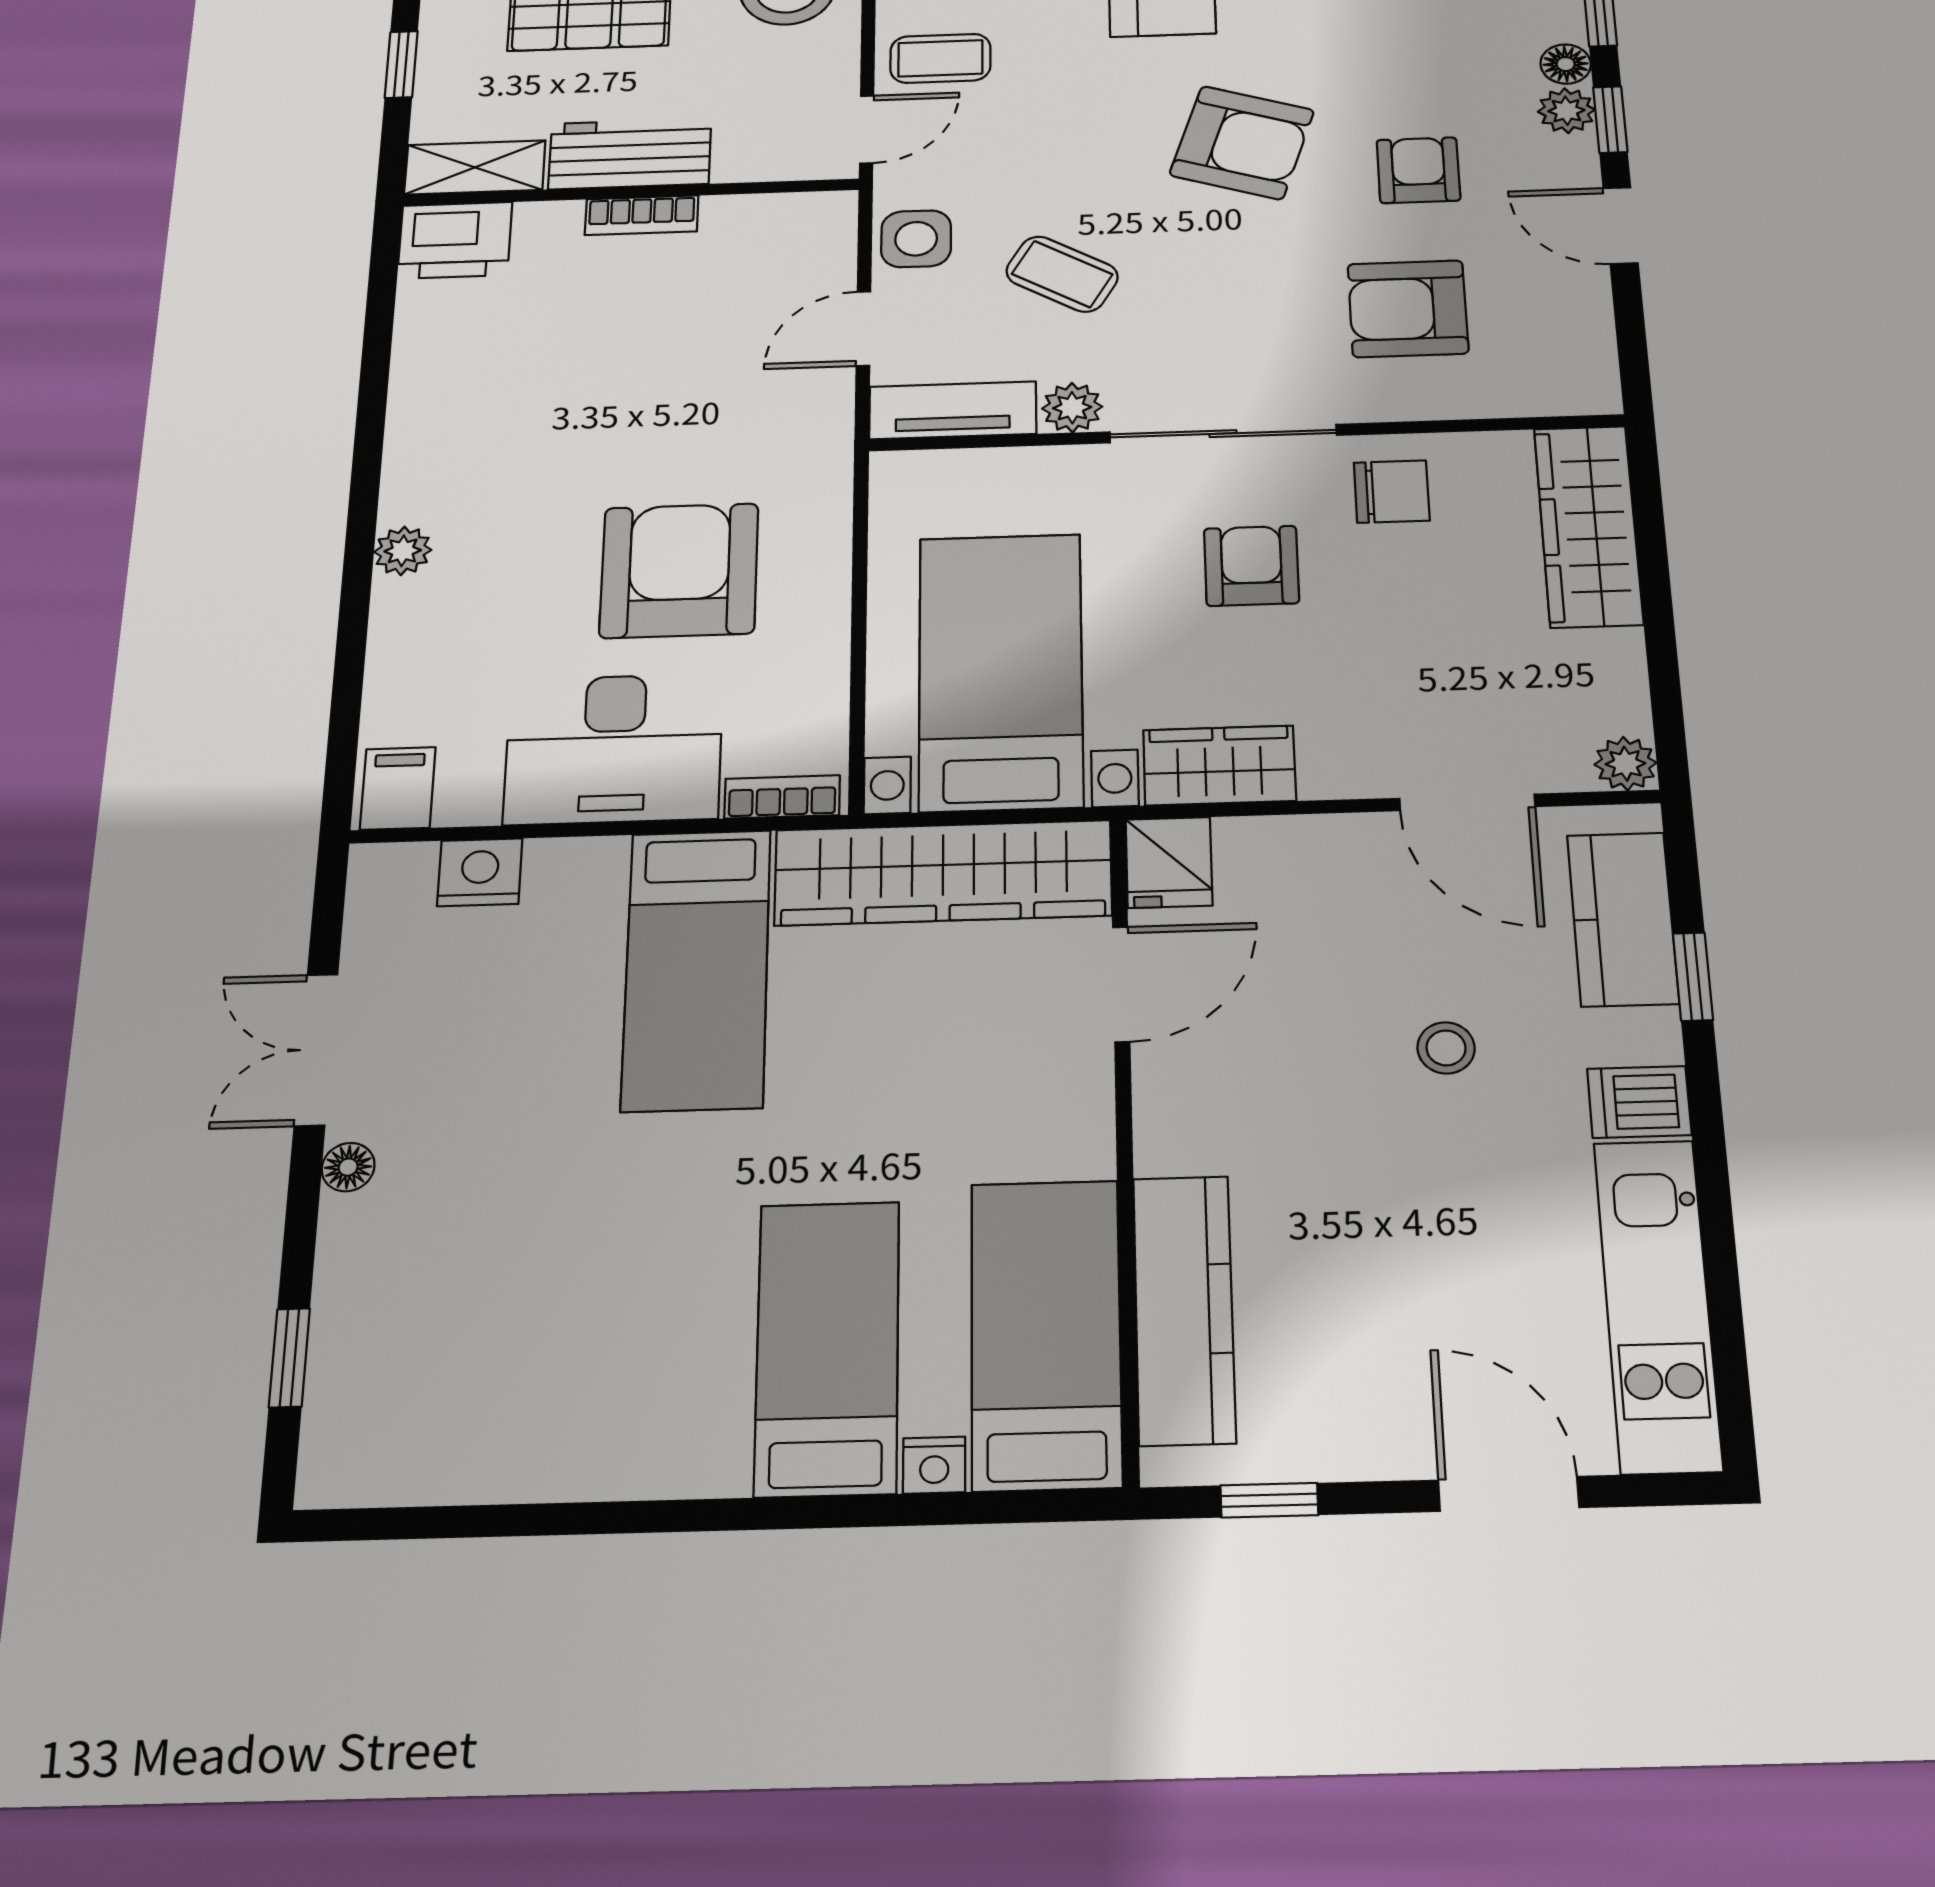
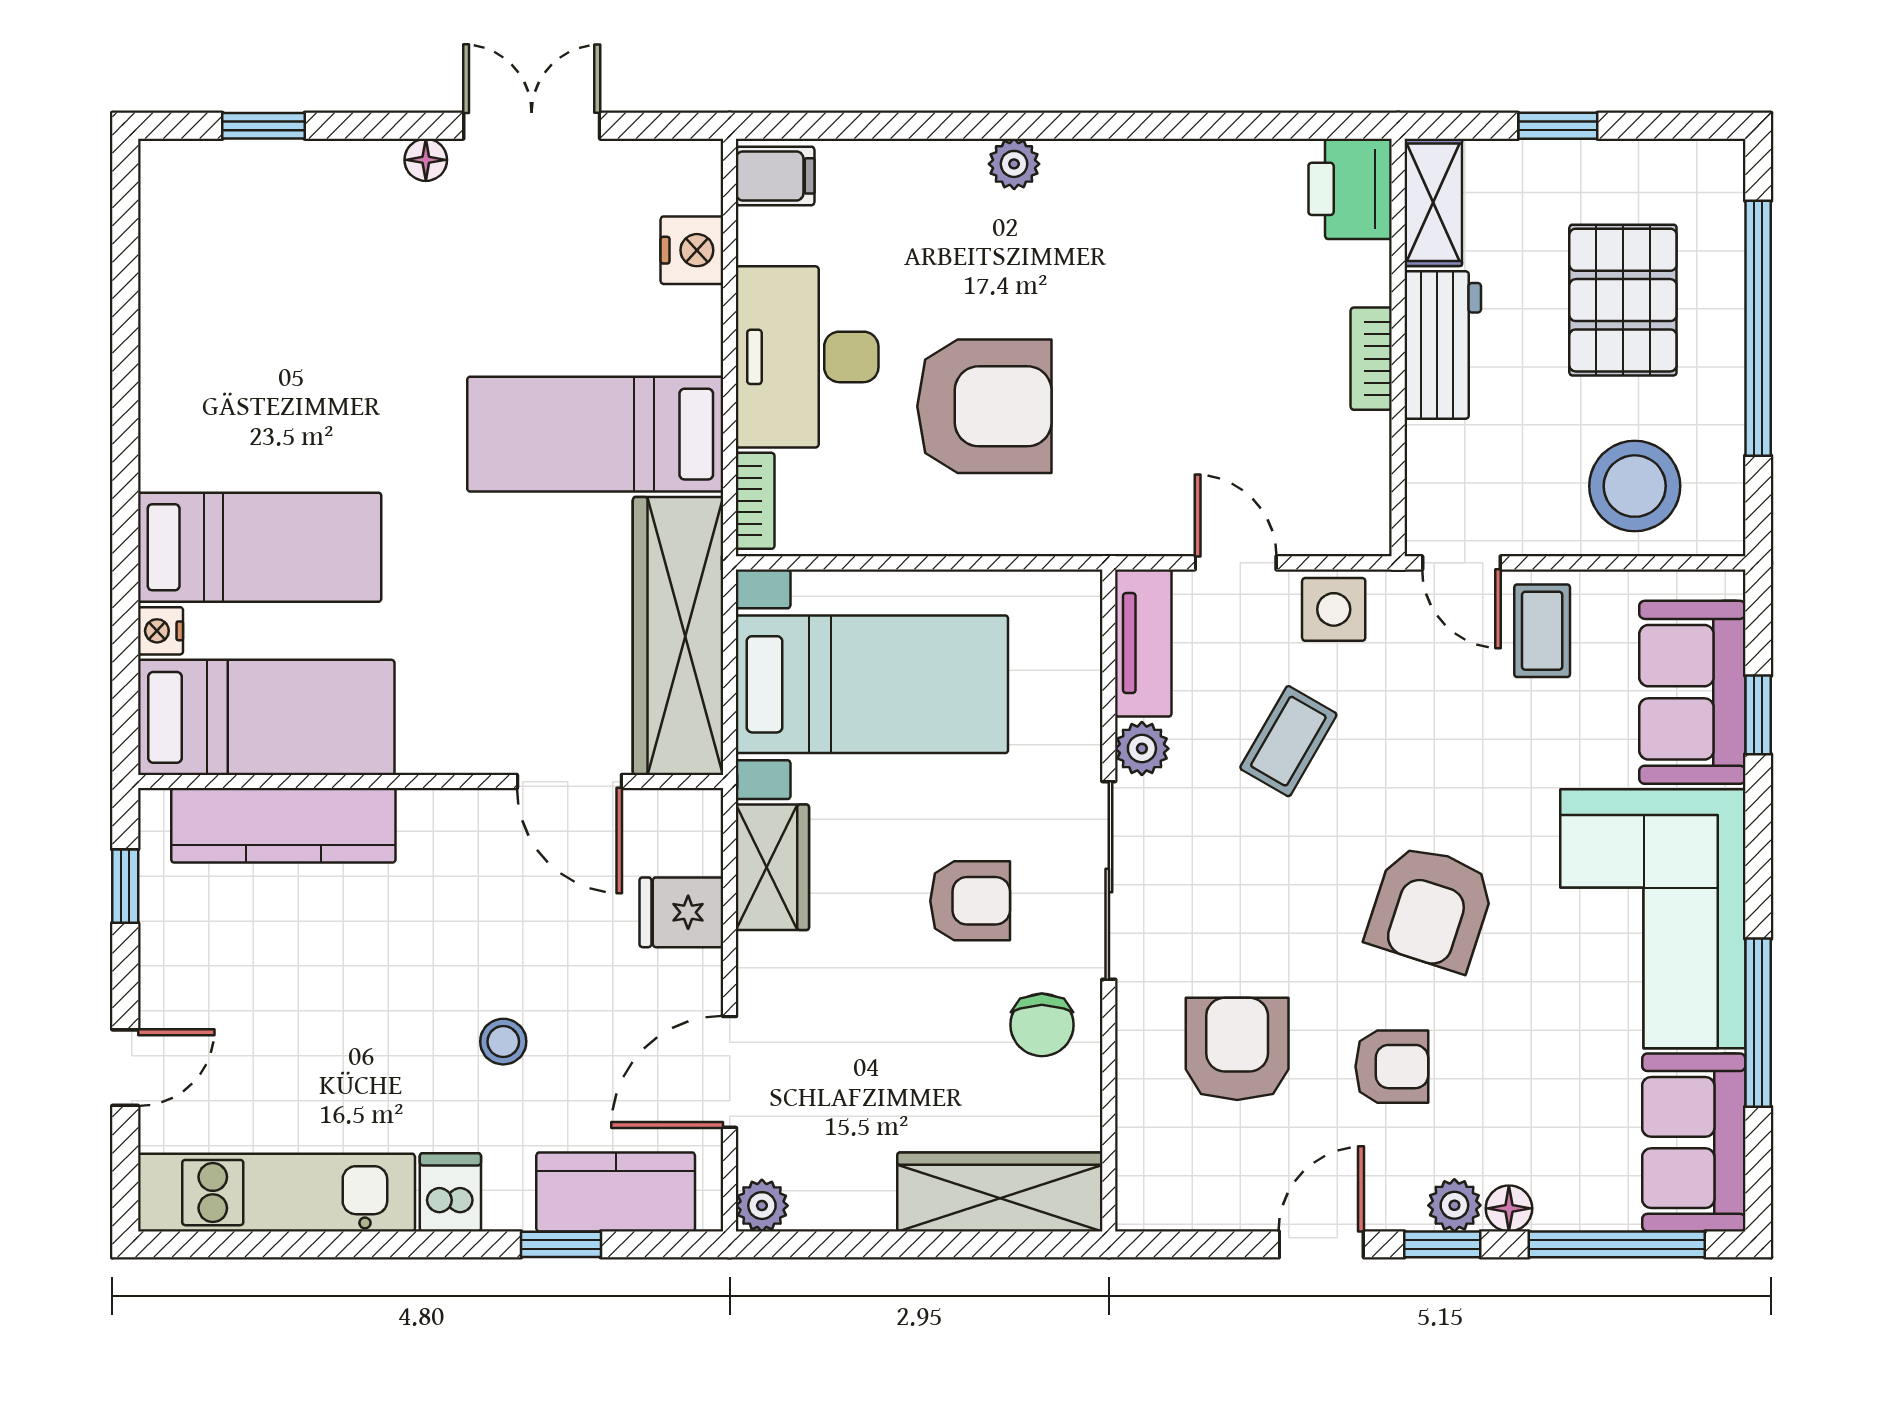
fridge: (1169, 862) -> (681, 912), moved
door: (1508, 1494) -> (125, 1068), width x0.73

